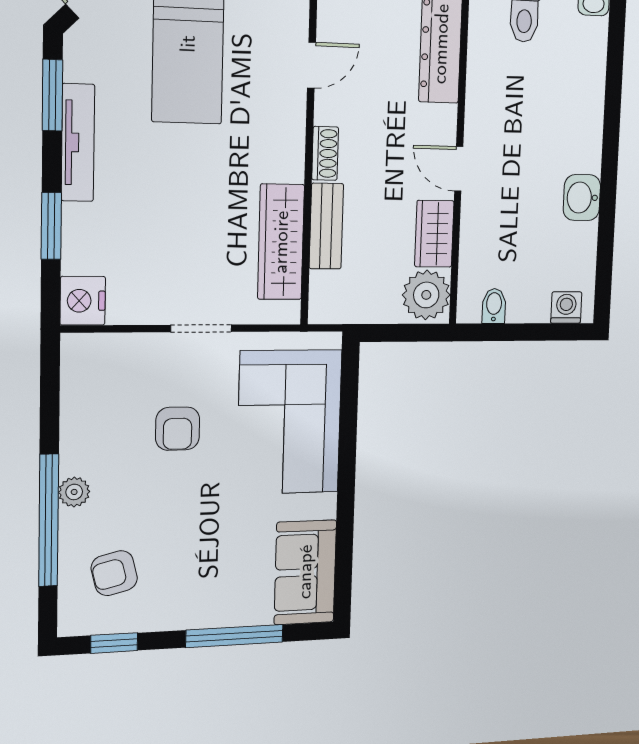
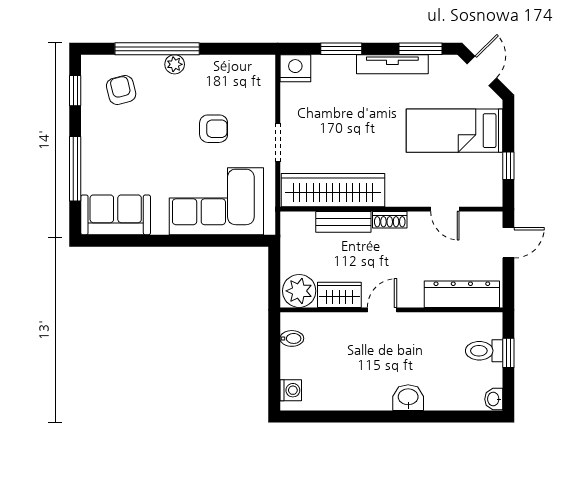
washbasin: (582, 198) -> (408, 398), moved
wardrobe: (281, 242) -> (333, 190), width x1.40, depth x1.17
armchair: (178, 429) -> (214, 129), turned 180

